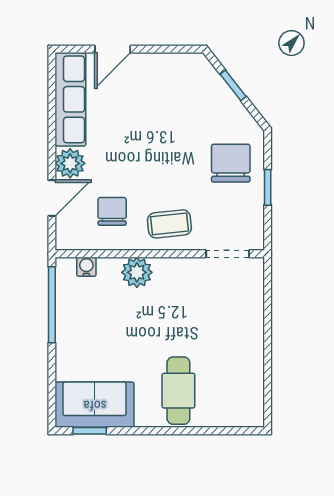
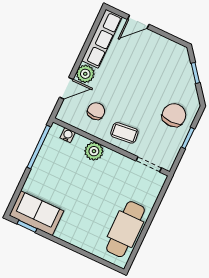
cafe table: (178, 391) -> (126, 229), moved, width x1.37, depth x1.35

